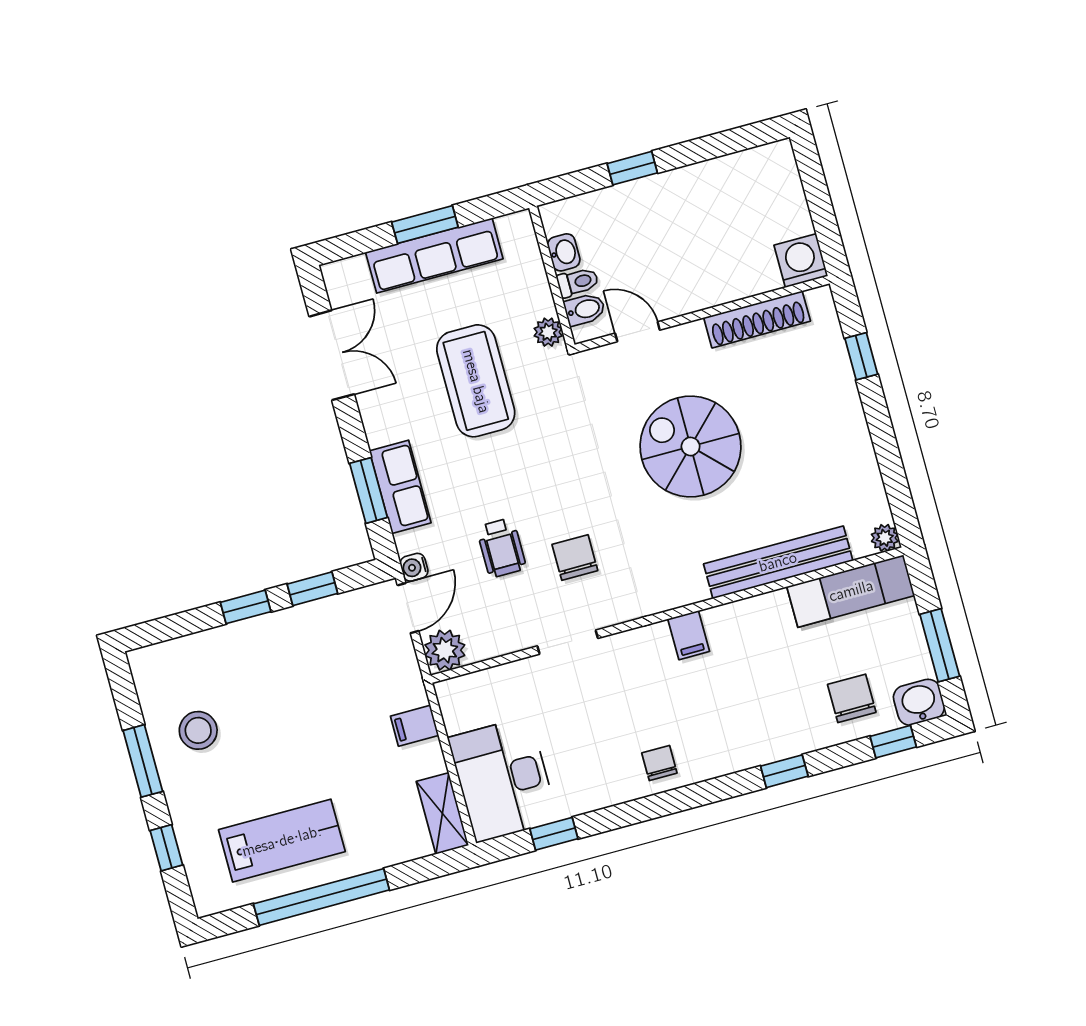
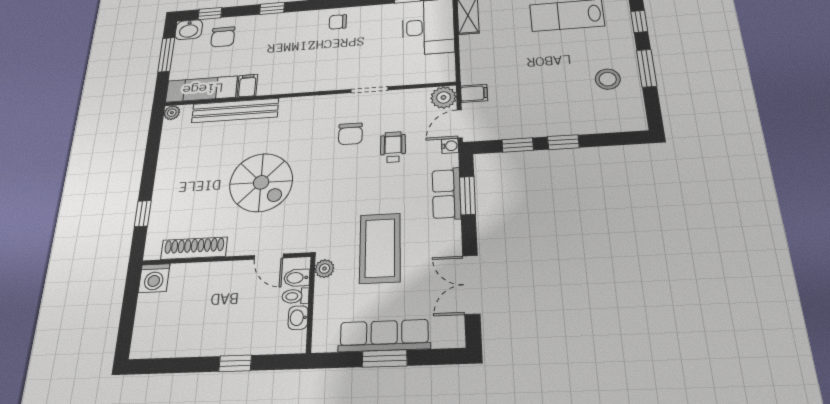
filing cabinet: (689, 635) -> (247, 86), moved
filing cabinet: (415, 726) -> (474, 93), moved
chair: (659, 763) -> (338, 22), turned 90

